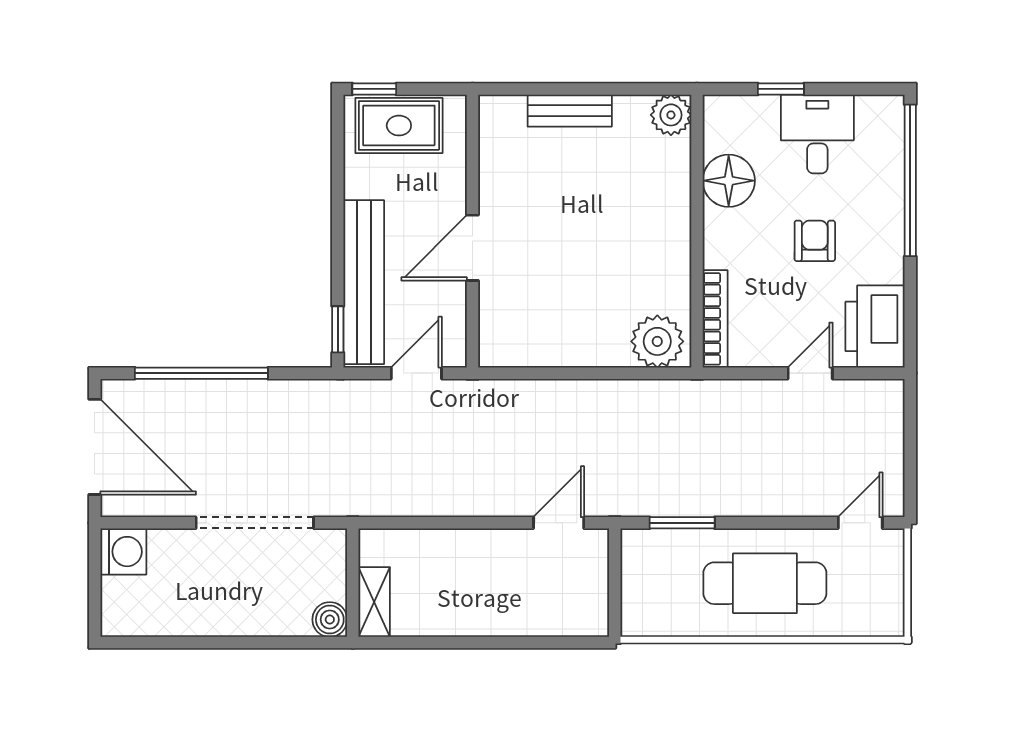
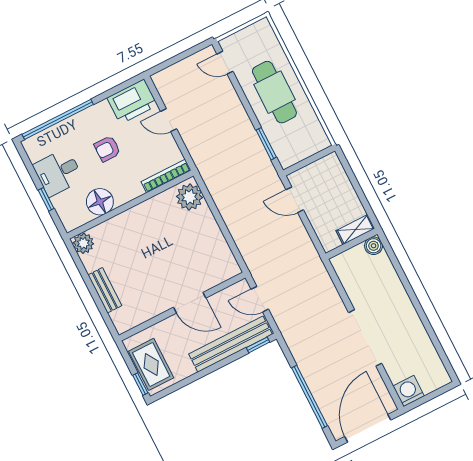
wall: (353, 583) -> (351, 244), moved
shelving: (374, 602) -> (355, 230), moved
boiler: (330, 620) -> (374, 246), moved

